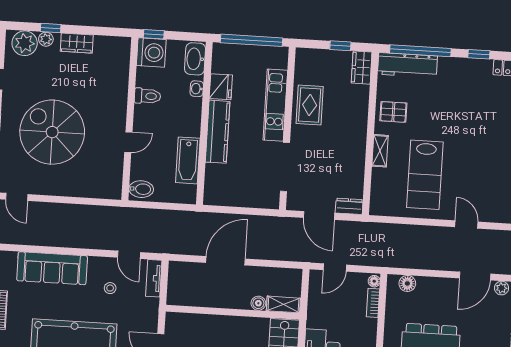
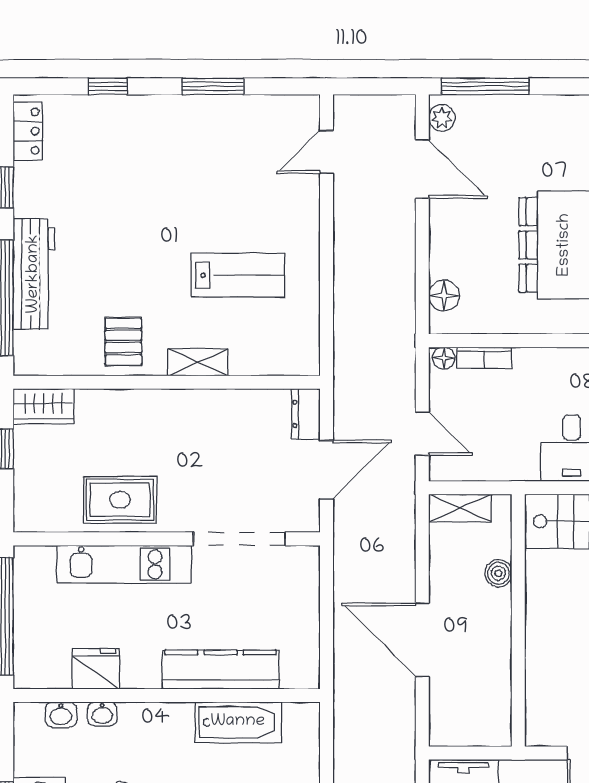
washbasin: (195, 59) -> (61, 715), width x0.52, depth x0.69
workbench: (407, 65) -> (34, 274), moved
kitchen counter: (218, 132) -> (221, 670), moved
lab bench: (425, 175) -> (238, 275), width x0.73, depth x0.72
door: (466, 224) -> (326, 152), moved
shelving: (283, 304) -> (460, 508), moved, turned 90

